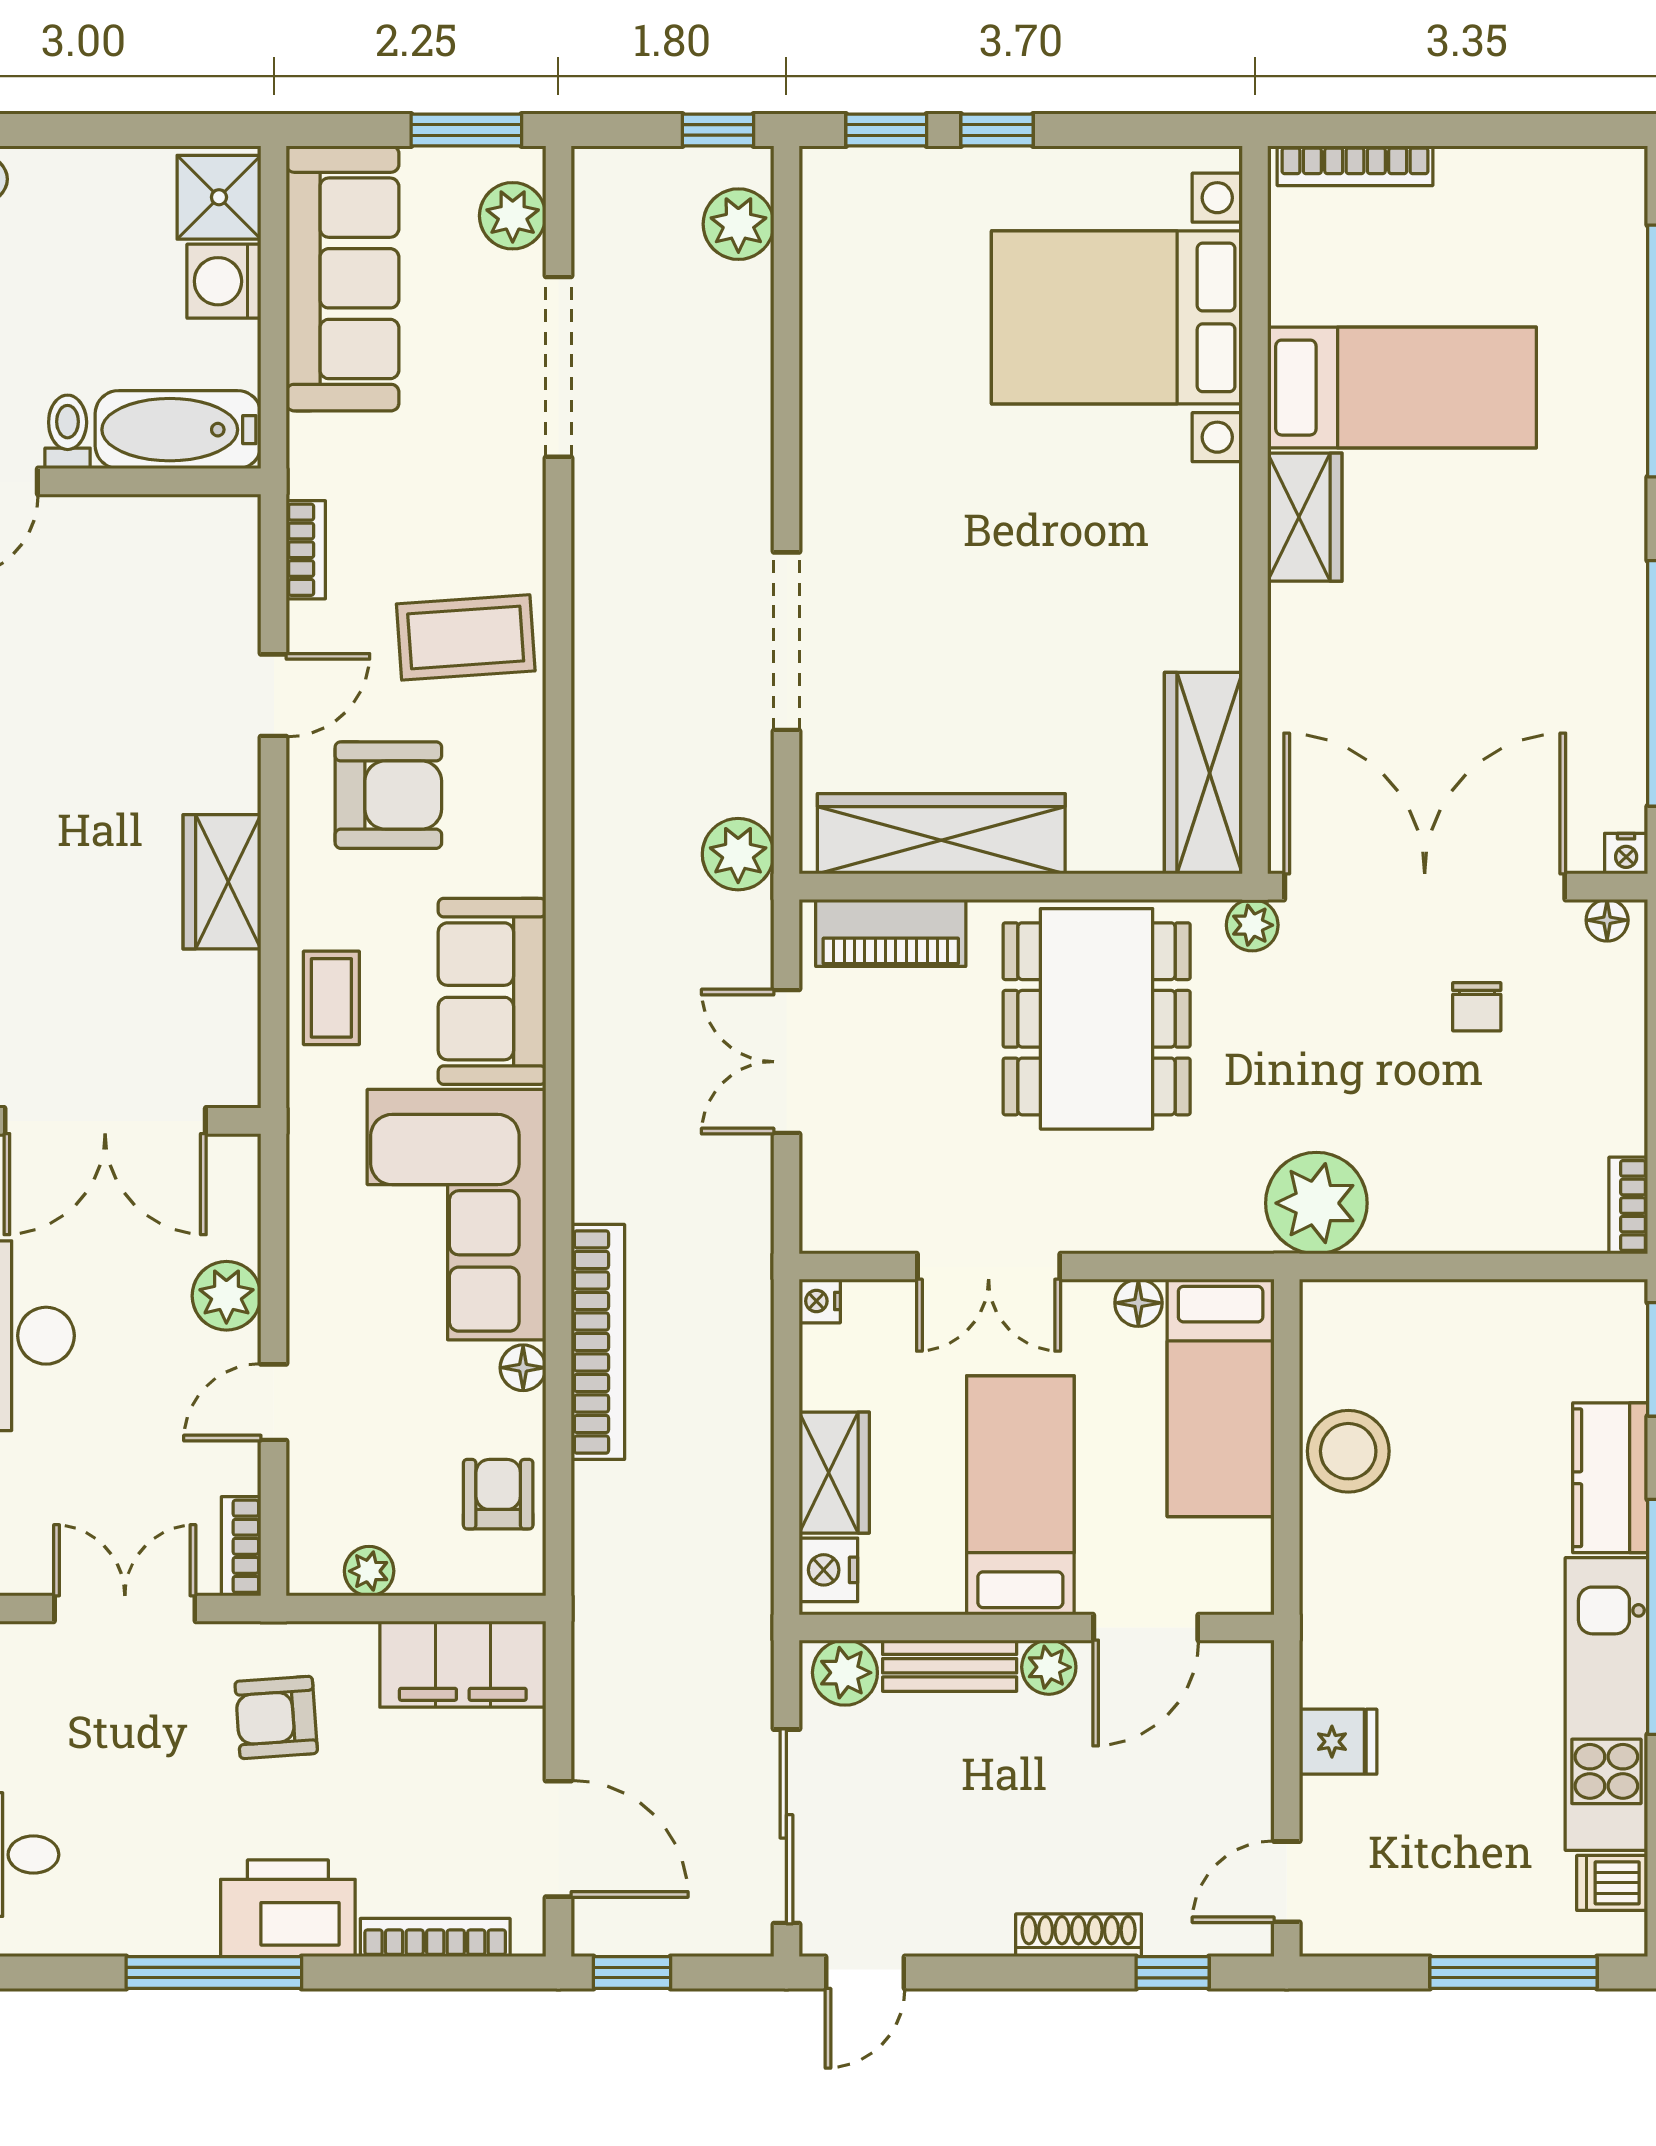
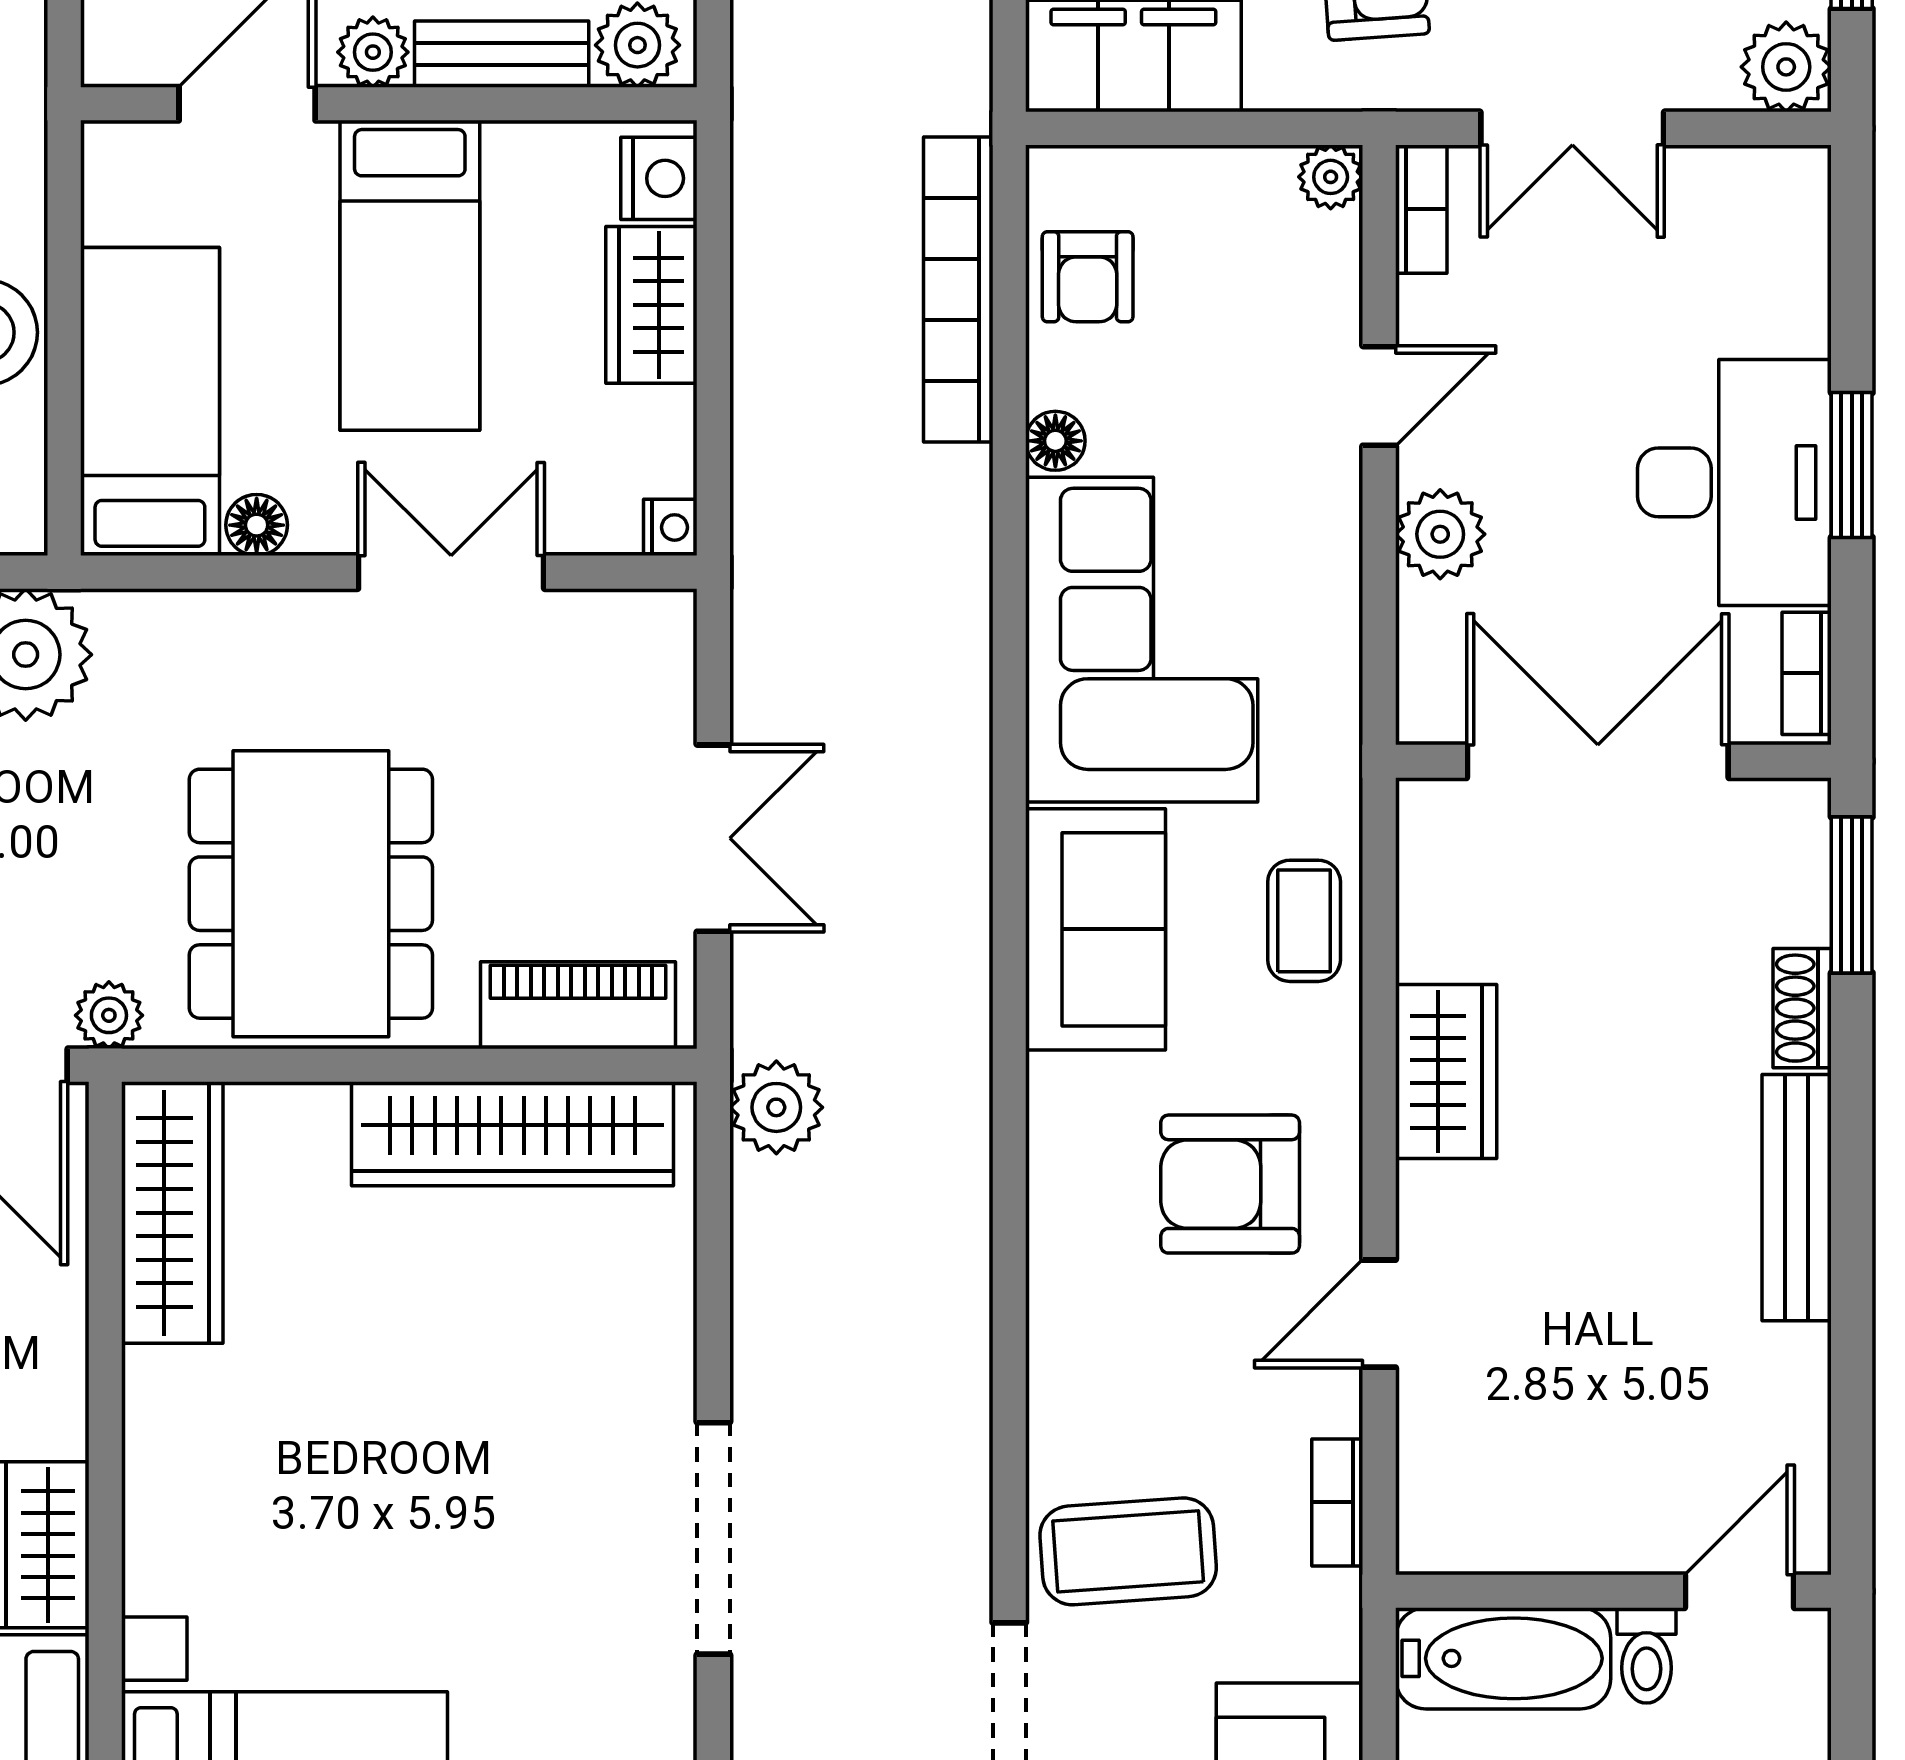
coffee table: (466, 637) -> (1128, 1551), moved
doorway: (786, 641) -> (713, 1538), moved
bookcase: (598, 1342) -> (958, 290), moved
plant: (369, 1571) -> (1331, 177), moved

